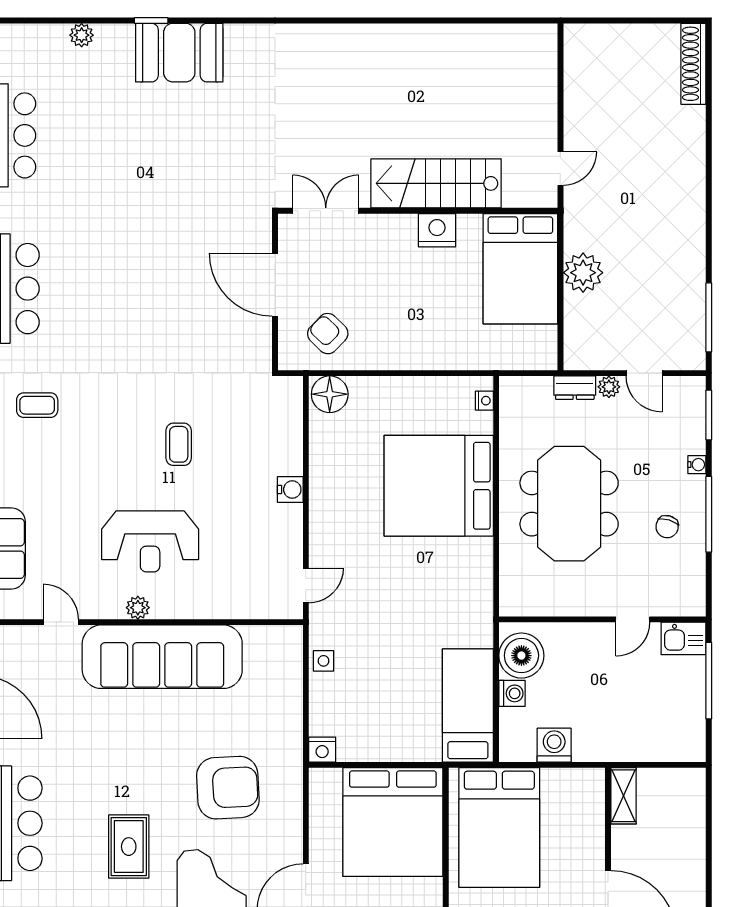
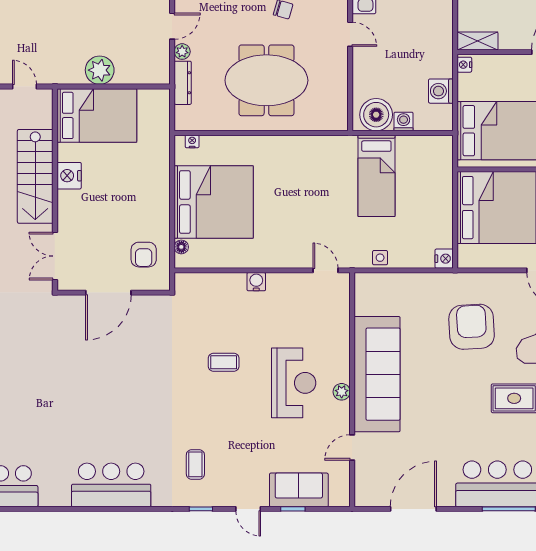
armchair: (328, 334) -> (144, 255), turned -44
dresser: (575, 388) -> (183, 83), width x1.44
floor lamp: (330, 394) -> (181, 247), width x0.53, depth x0.53
bed: (439, 486) -> (214, 202), moved, turned -90
bed: (468, 706) -> (376, 176), moved, turned -90
nightstand: (591, 778) -> (464, 65), added

